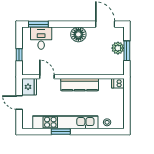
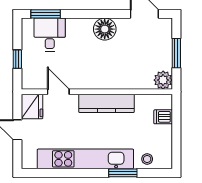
plant: (118, 48) -> (163, 80), moved
dishwasher: (118, 83) -> (163, 117), moved
window: (61, 132) -> (123, 173), moved

